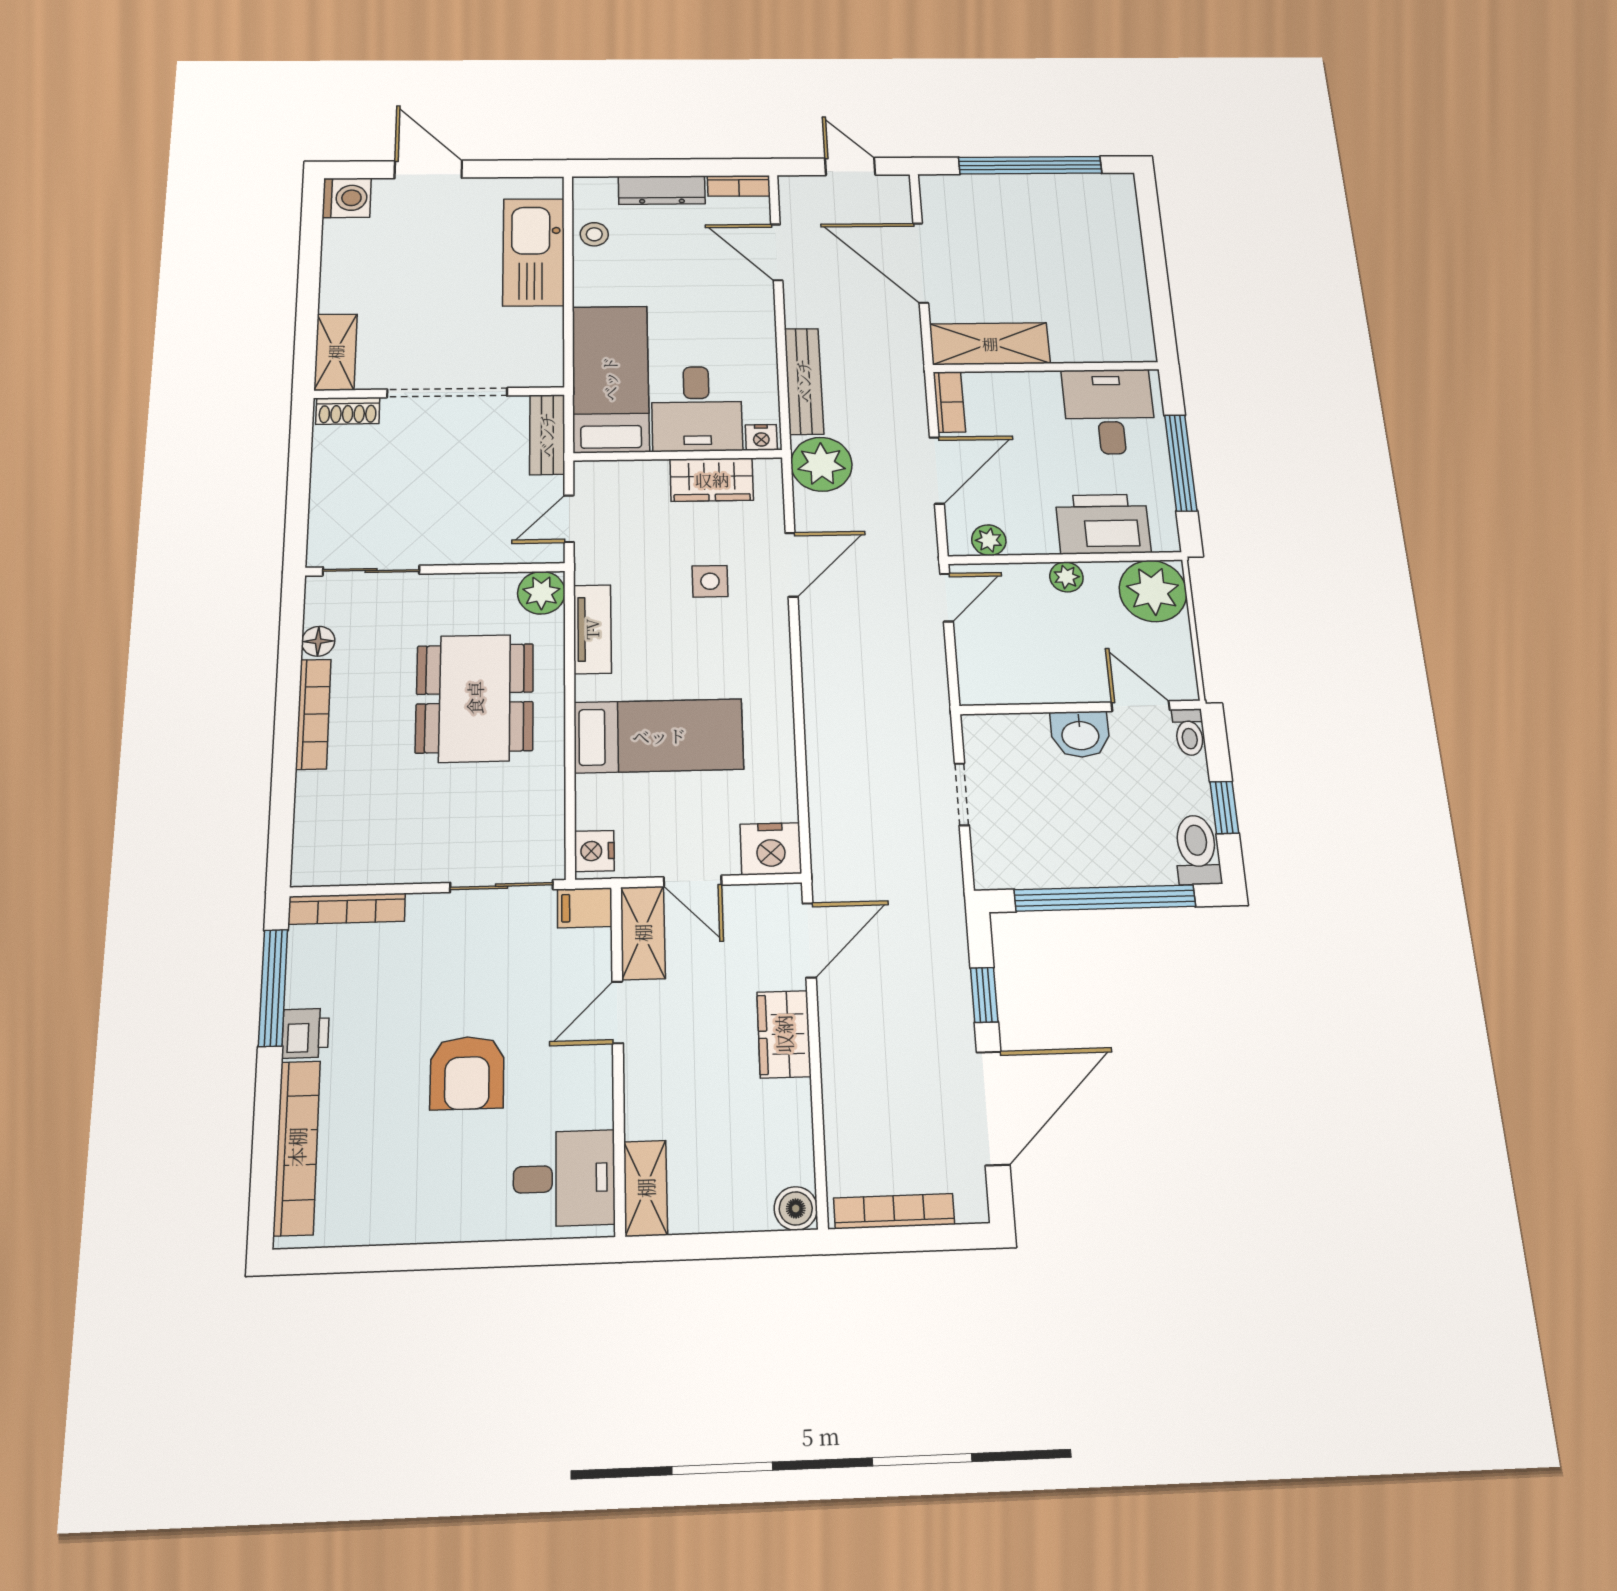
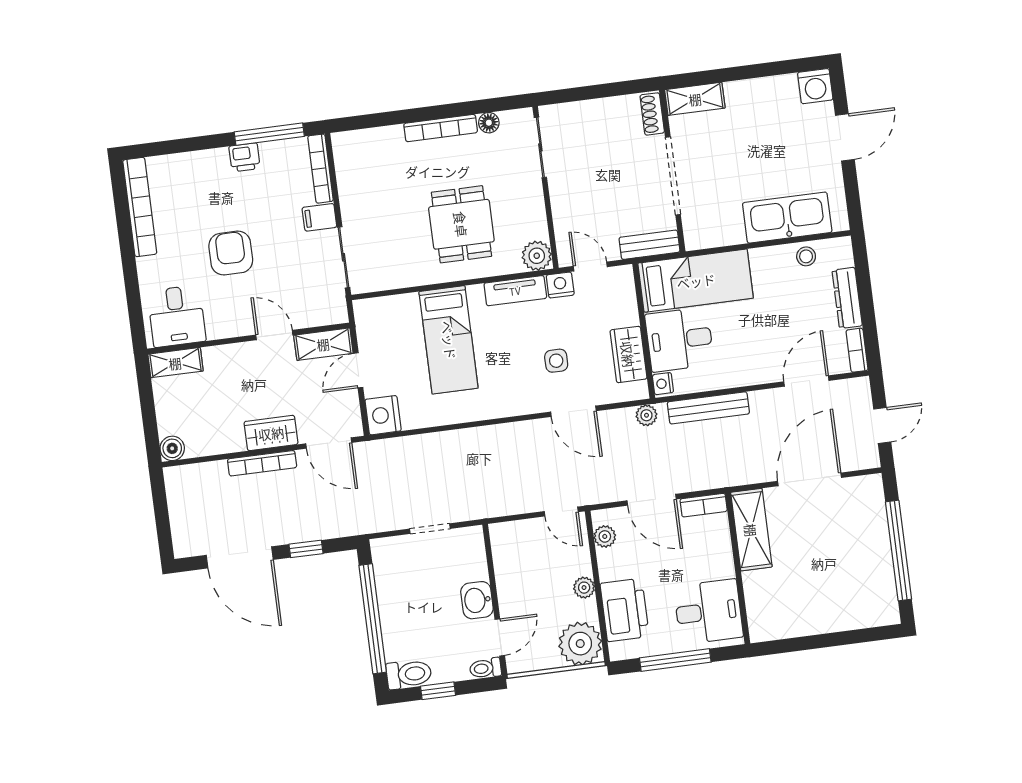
plant: (821, 464) -> (646, 415), width x0.53, depth x0.53
dining table: (475, 698) -> (461, 224), width x0.73
nightstand: (594, 851) -> (560, 285), moved
filing cabinet: (585, 908) -> (319, 217), moved, turned -90
armchair: (467, 1073) -> (231, 253), turned 90
bookcase: (297, 1147) -> (140, 207), moved, turned -90
bookcase: (894, 1211) -> (262, 463), moved, turned 90

